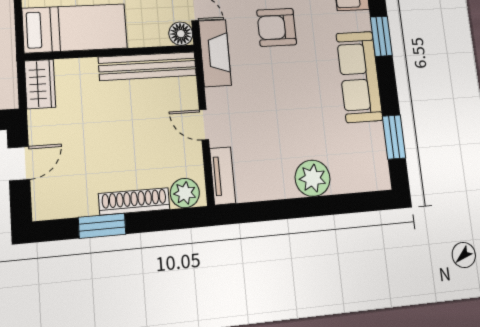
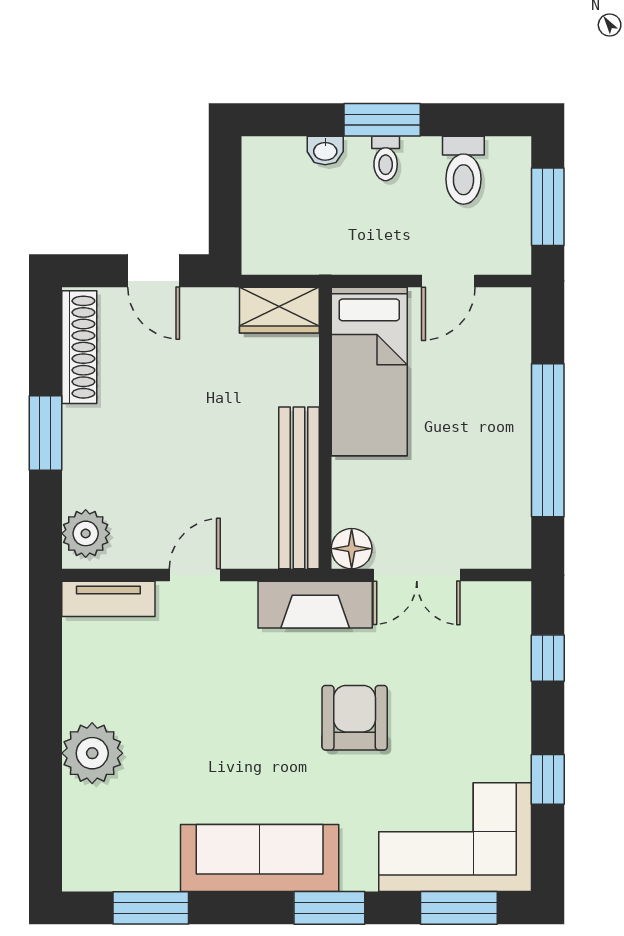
shoe rack: (134, 201) -> (79, 347), moved
window: (102, 226) -> (45, 433), moved

